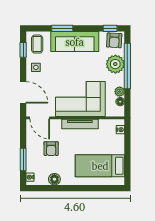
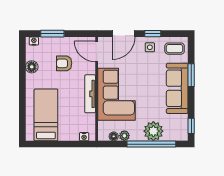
armchair: (114, 40) -> (178, 130), removed
window: (23, 50) -> (153, 34), moved
door: (40, 118) -> (97, 51), hinge flipped

